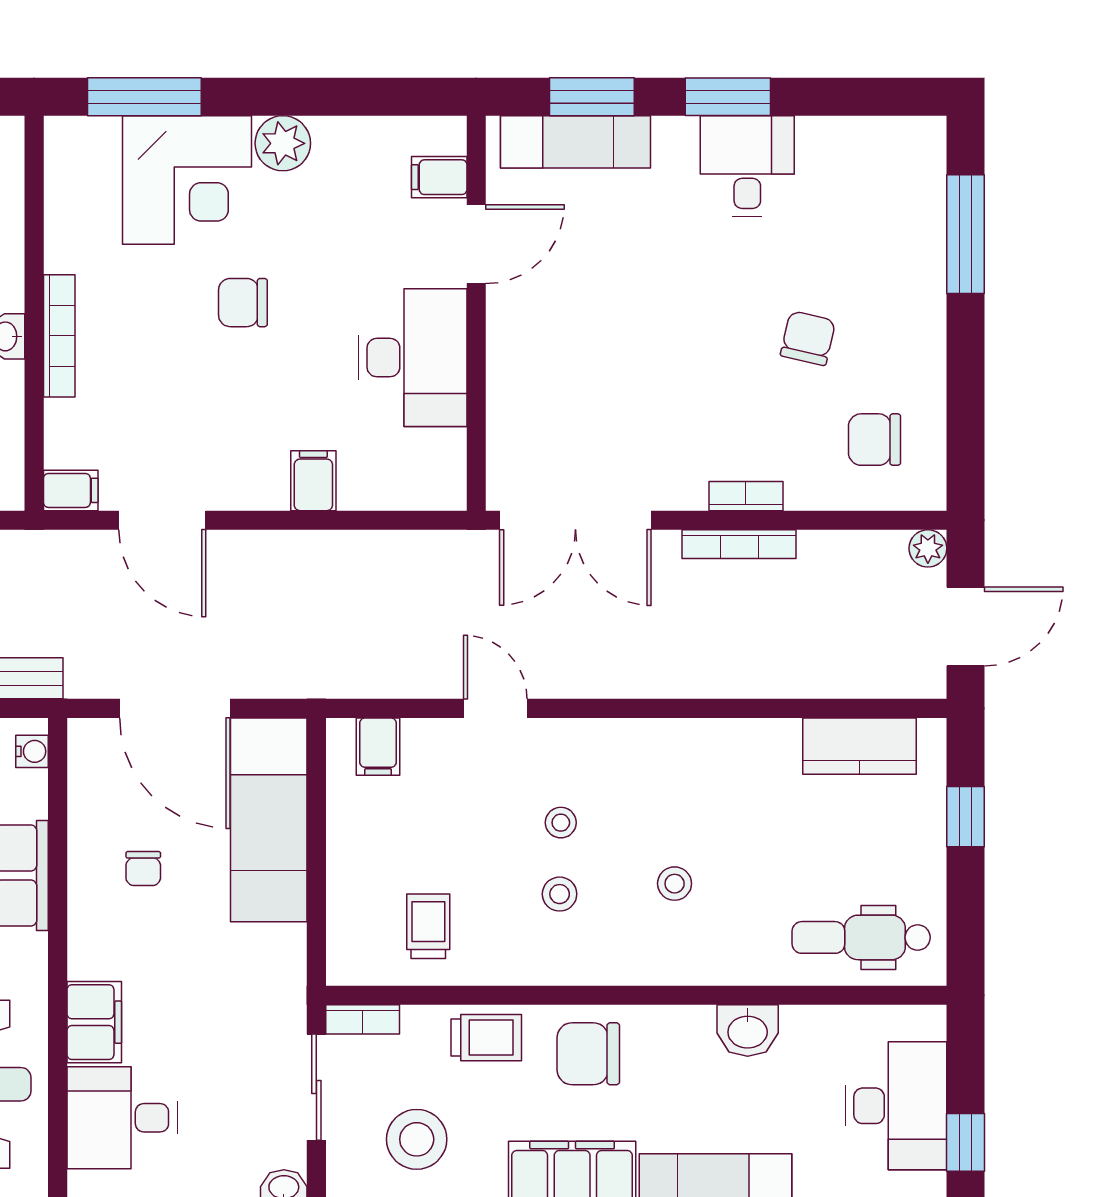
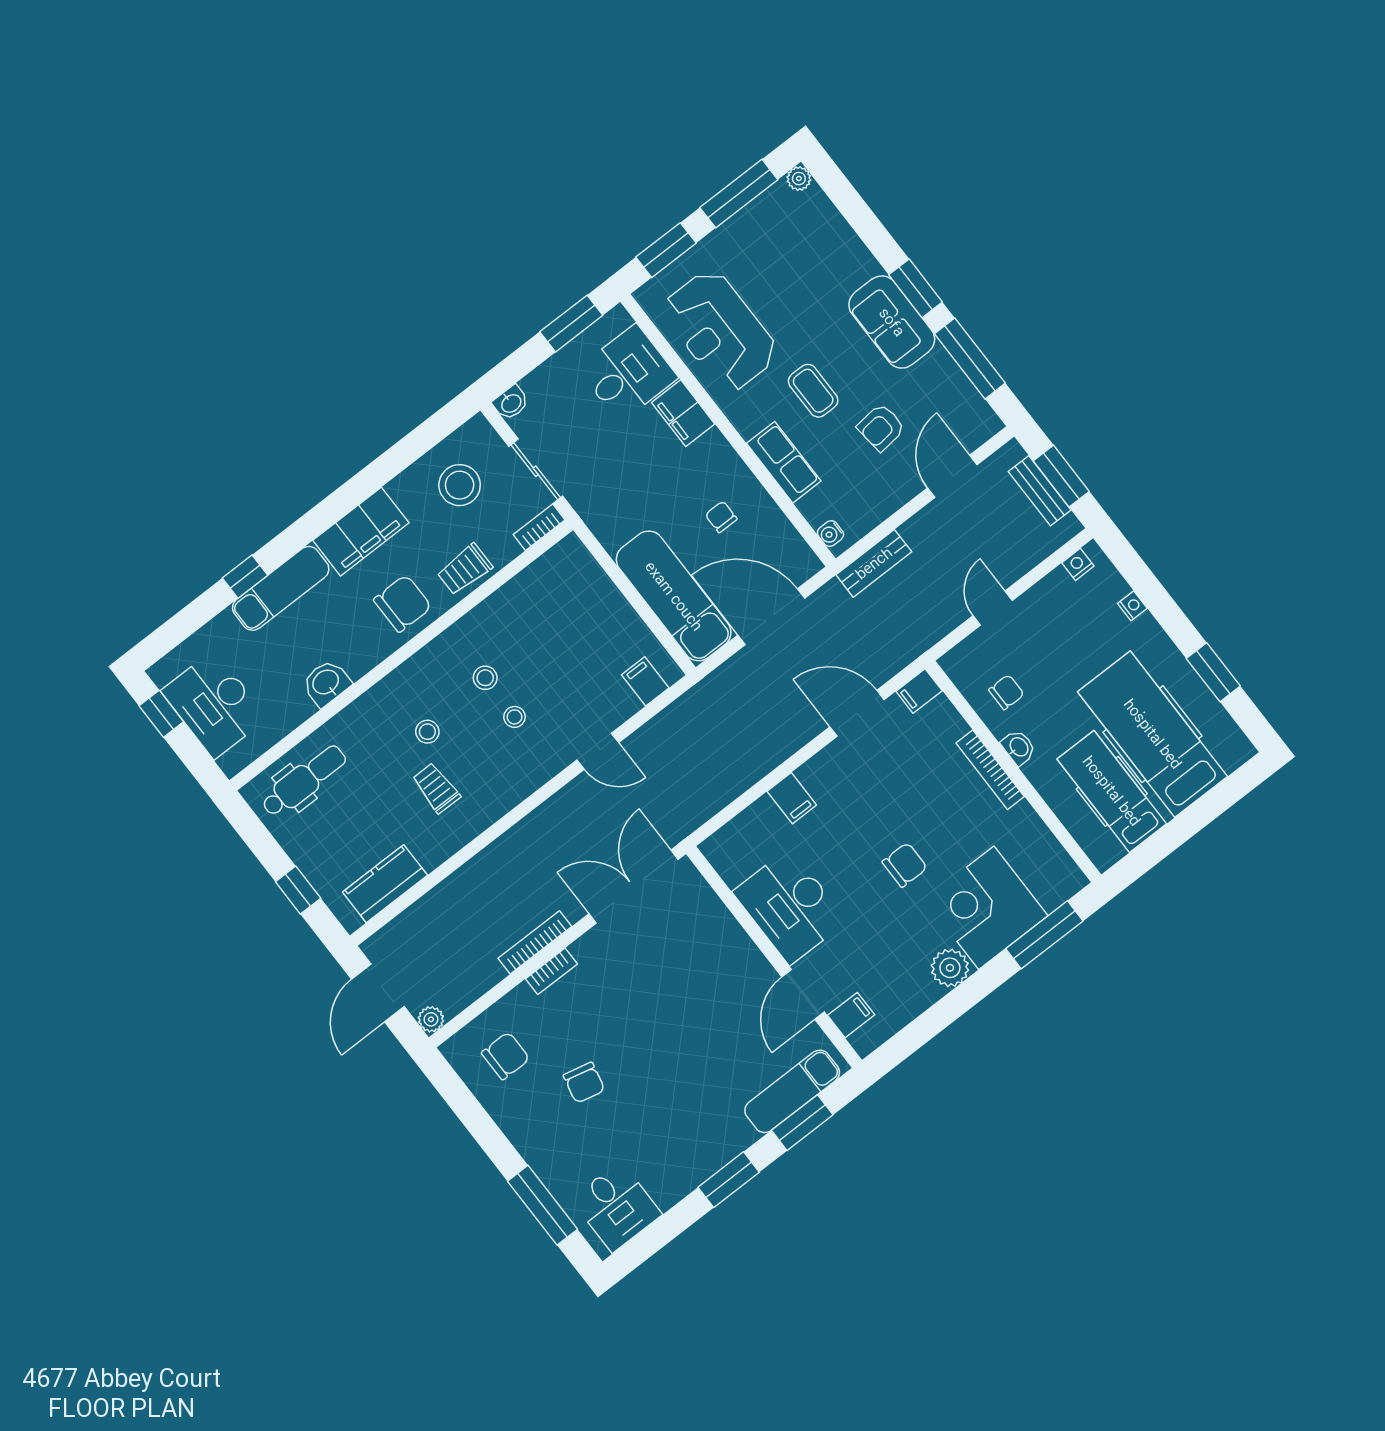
desk: (747, 166) -> (616, 1207), moved
trolley: (428, 926) -> (436, 788), moved, turned 180

